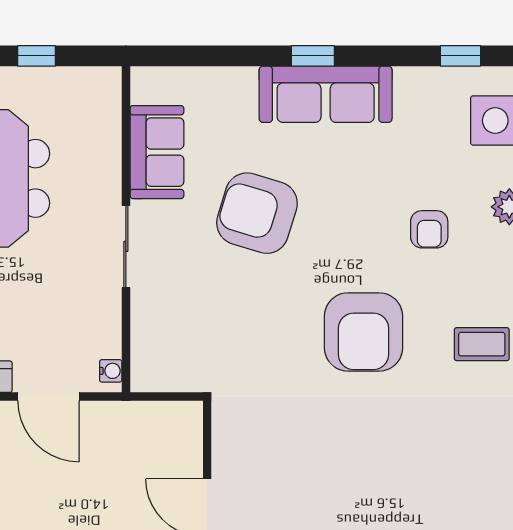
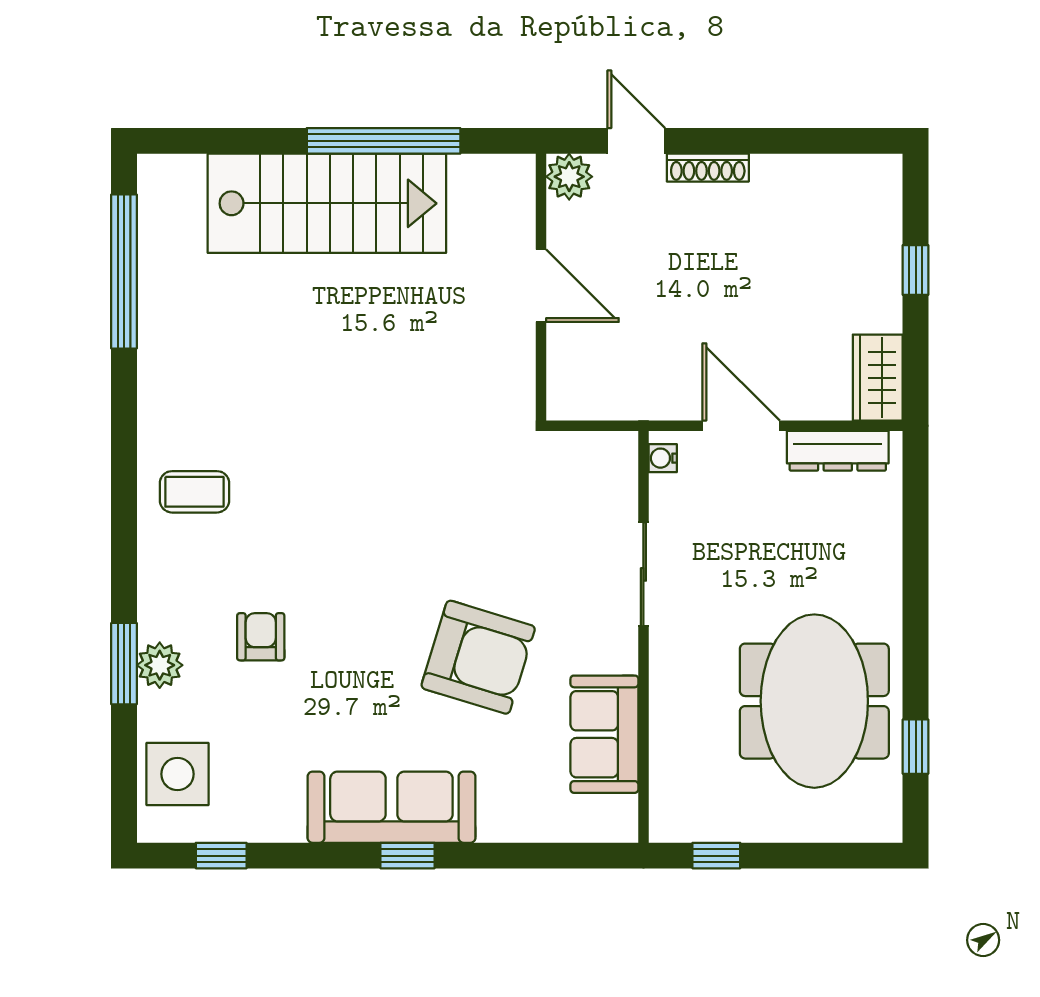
window: (37, 56) -> (716, 856), moved
sliding door: (126, 246) -> (643, 574), moved
armchair: (364, 332) -> (344, 507), removed

